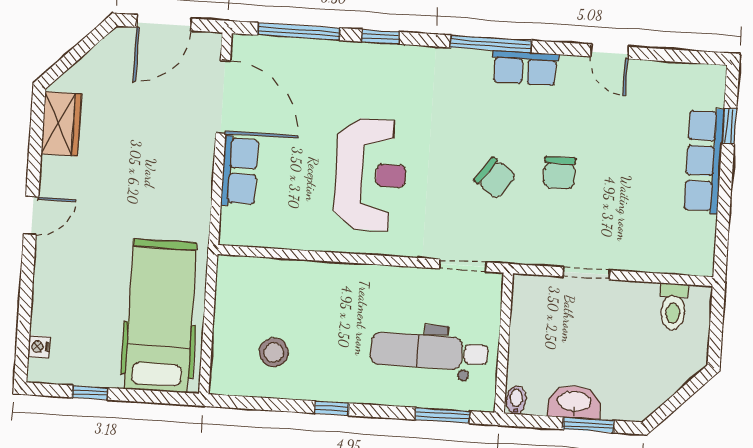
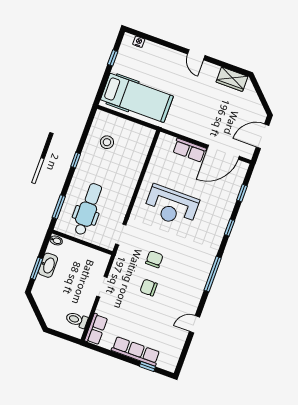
door: (164, 23) -> (263, 136), hinge flipped
window: (299, 31) -> (242, 193), width x0.46
row of seats: (525, 68) -> (96, 329), moved, turned 180
chair: (495, 178) -> (154, 259), turned 144

